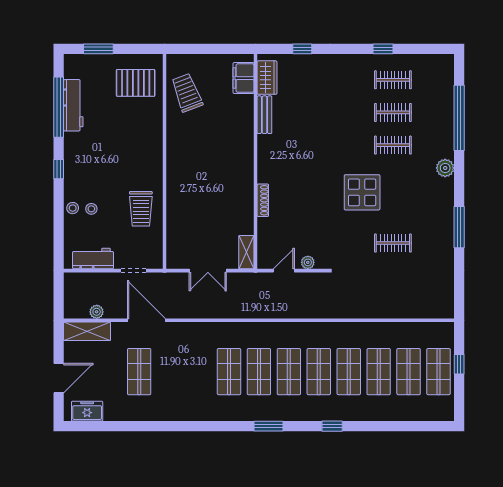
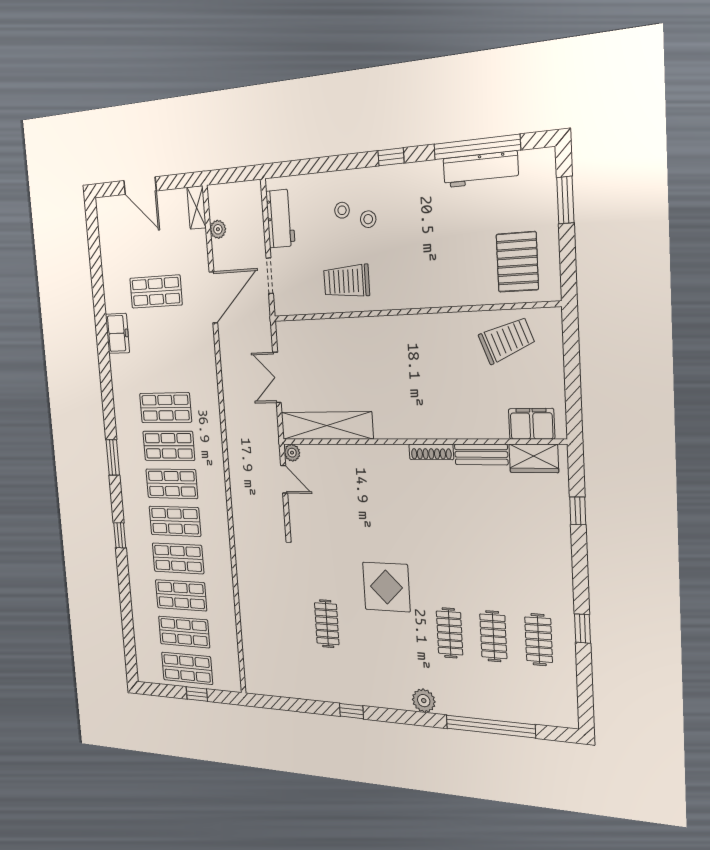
shoe rack: (263, 200) -> (431, 452), moved
stool: (73, 208) -> (368, 219), moved
window: (459, 227) -> (351, 711), width x0.46
shelving: (246, 252) -> (327, 426), width x2.20, depth x1.33
plant: (308, 262) -> (292, 453), moved
shelving: (87, 331) -> (197, 208), width x0.67, depth x0.75
freezer: (87, 411) -> (117, 333), moved

